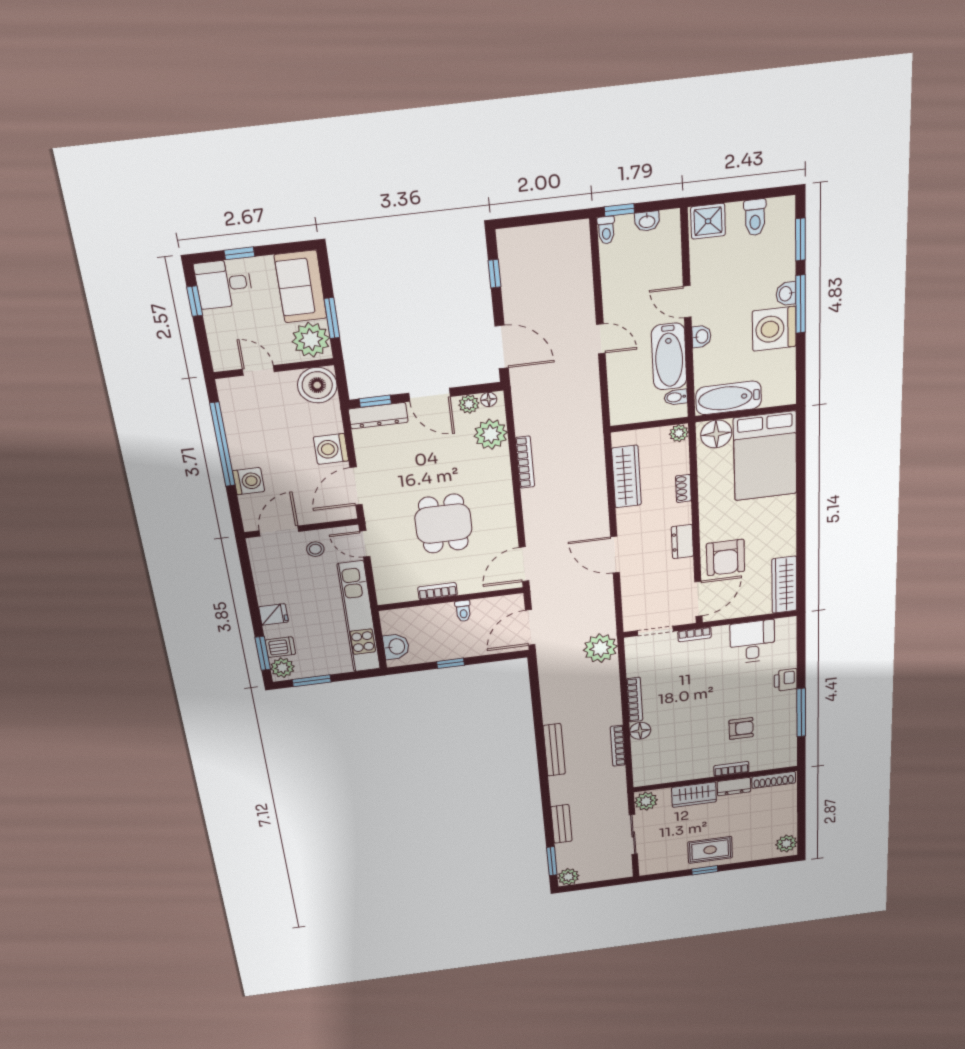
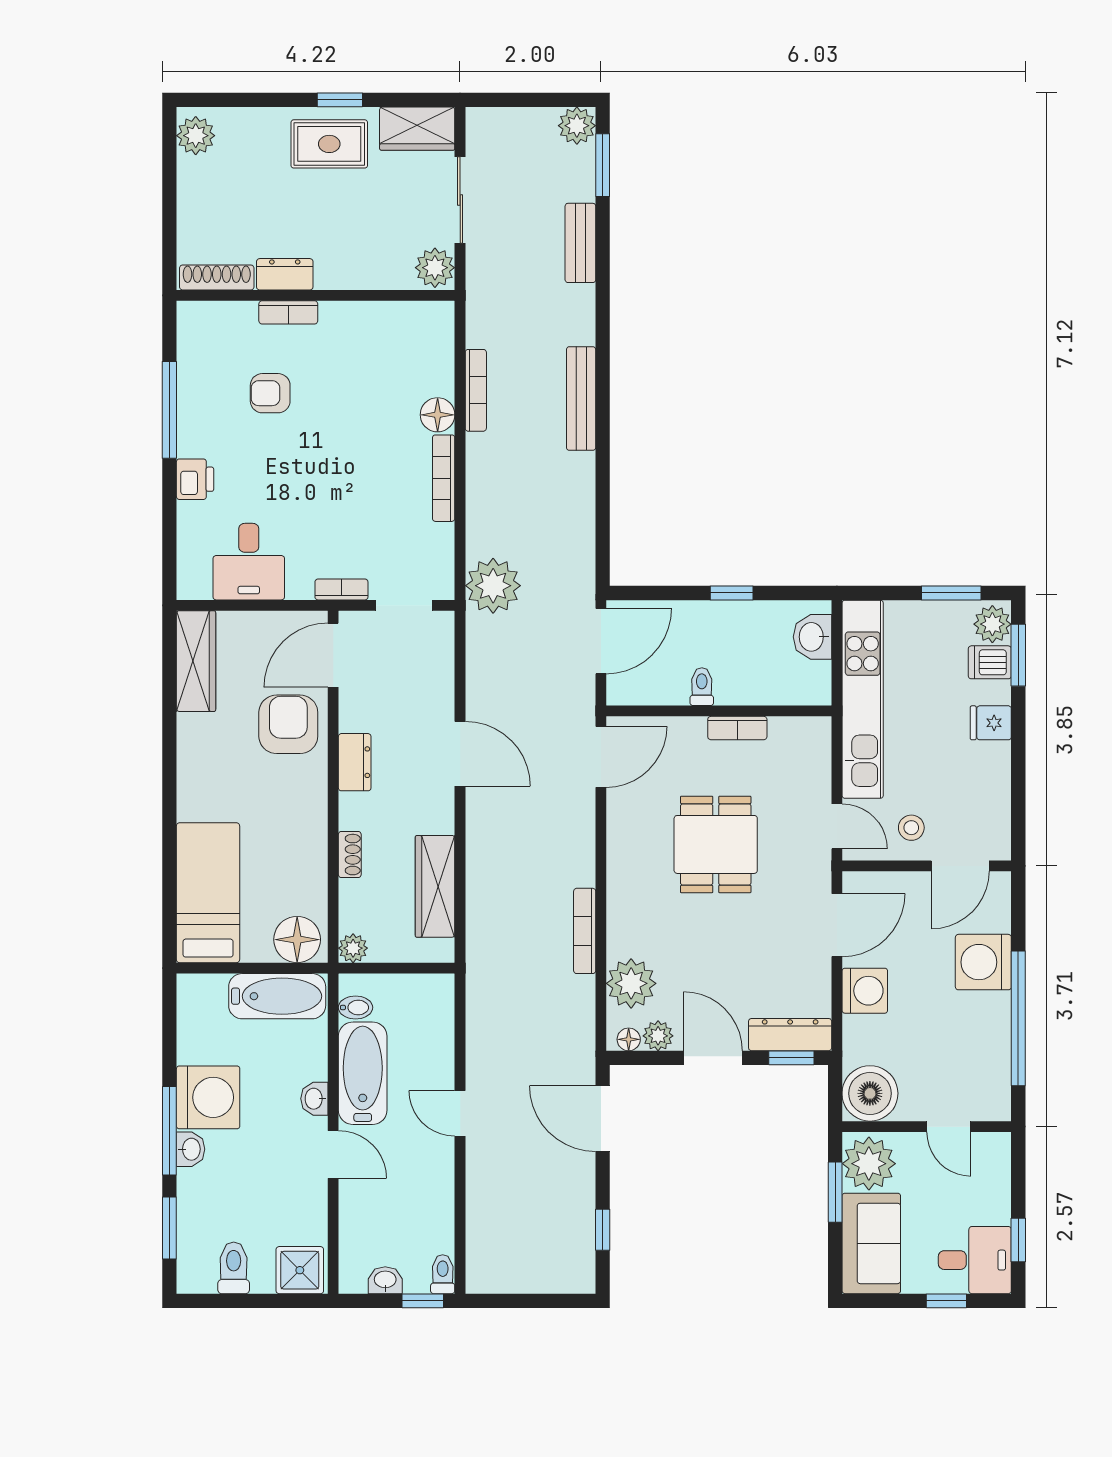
bed: (765, 456) -> (208, 893), width x0.67
washing machine: (249, 481) -> (983, 962), width x1.37, depth x1.37
wardrobe: (694, 795) -> (417, 129), moved, turned 180

